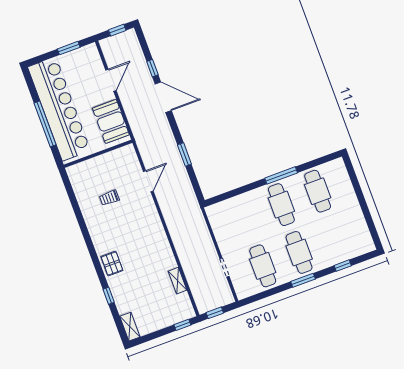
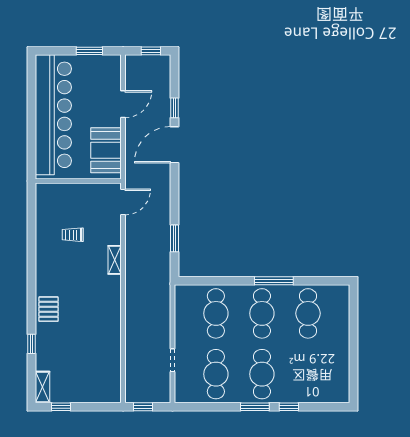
door: (163, 97) -> (174, 145), swing flipped
window: (45, 124) -> (32, 126), removed
window: (184, 155) -> (174, 238), moved
door: (148, 181) -> (123, 202), moved
cafe table: (245, 218) -> (216, 313), added
window: (343, 266) -> (289, 407), moved
shelving: (177, 281) -> (115, 260), moved
window: (182, 325) -> (61, 407), moved

